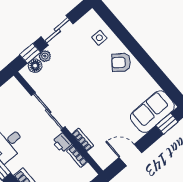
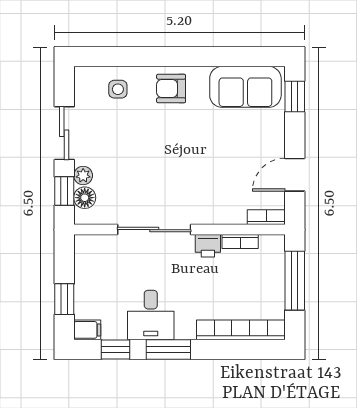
armchair: (121, 62) -> (171, 88), turned 52
sofa: (152, 112) -> (245, 87), moved, turned -90
bookcase: (83, 140) -> (266, 217), moved

